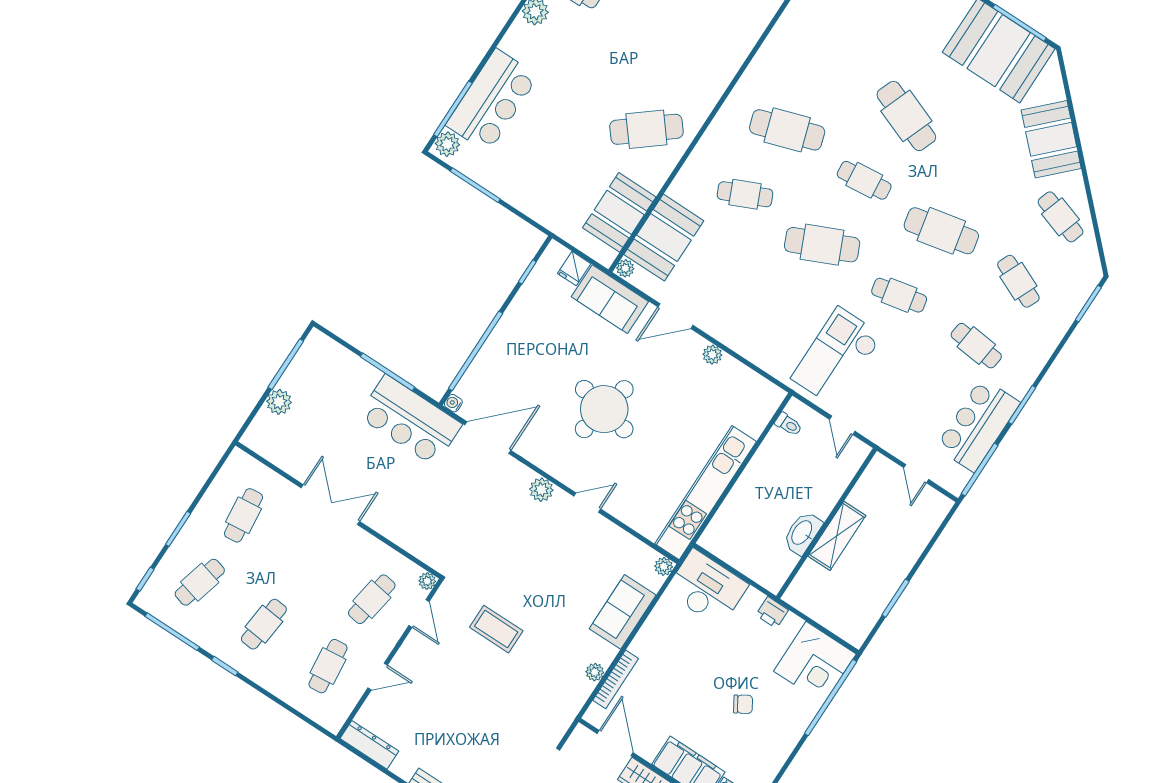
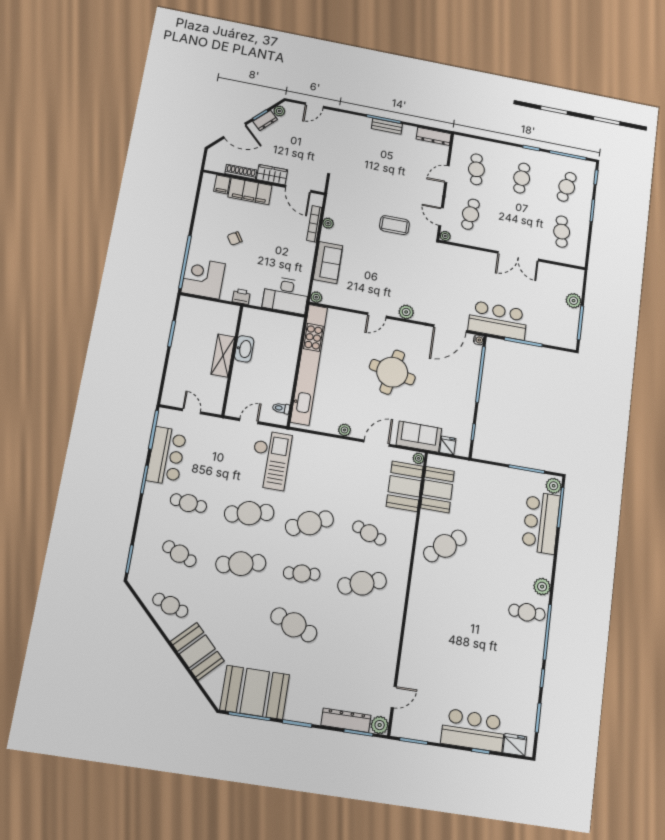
cafe table: (745, 194) -> (369, 533), turned 45
cafe table: (899, 295) -> (249, 513), width x1.37, depth x1.35
door: (842, 425) -> (249, 421), hinge flipped
kitchen unit: (706, 493) -> (309, 364), width x1.36

